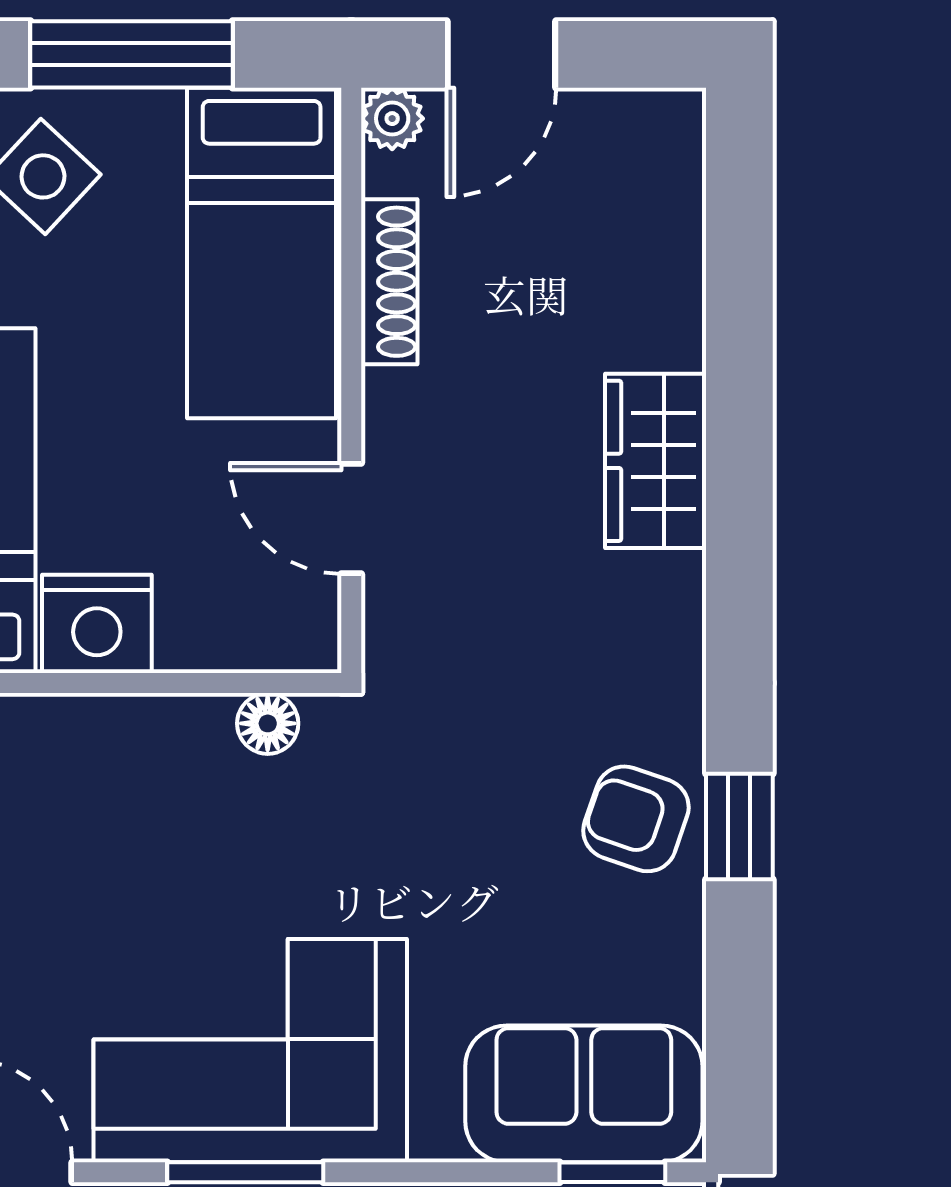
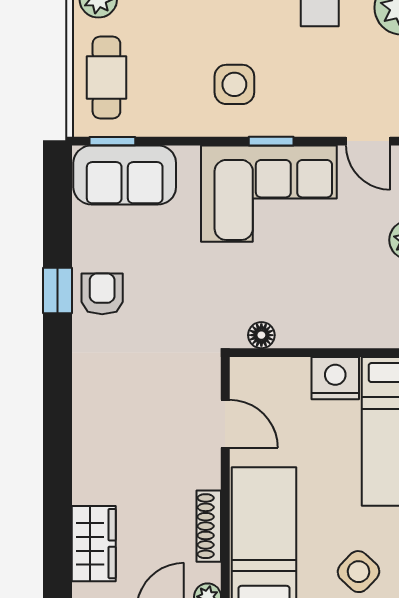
wardrobe: (656, 461) -> (94, 544), moved
armchair: (636, 819) -> (102, 294), turned -109
window: (245, 1172) -> (271, 141), width x0.67

